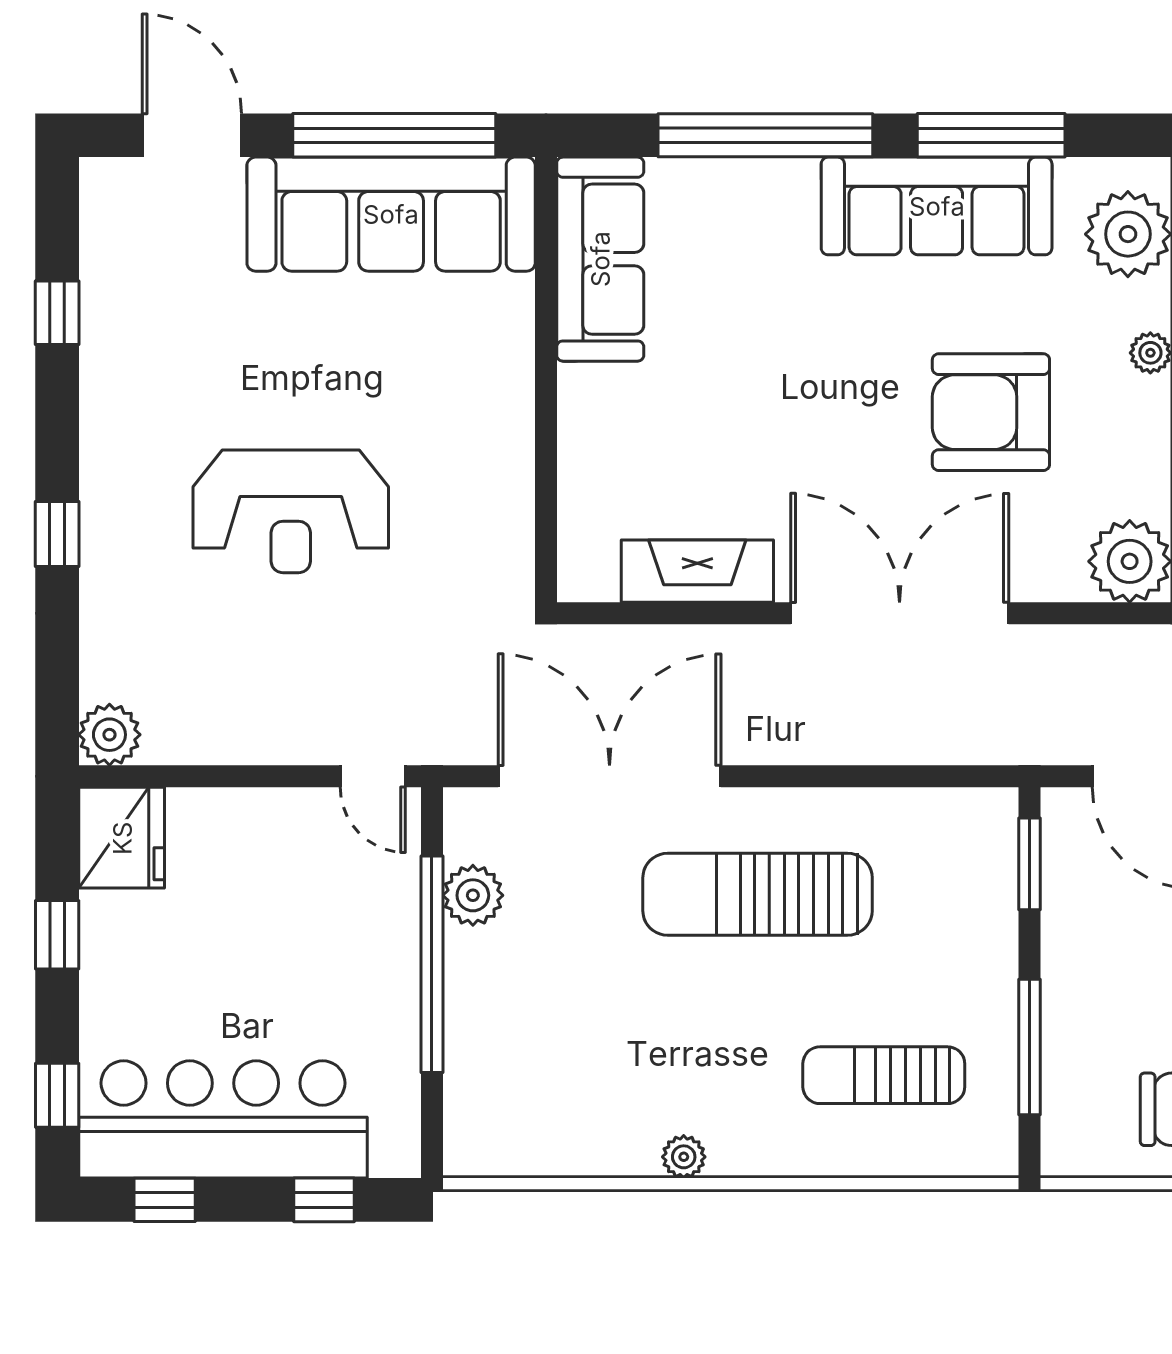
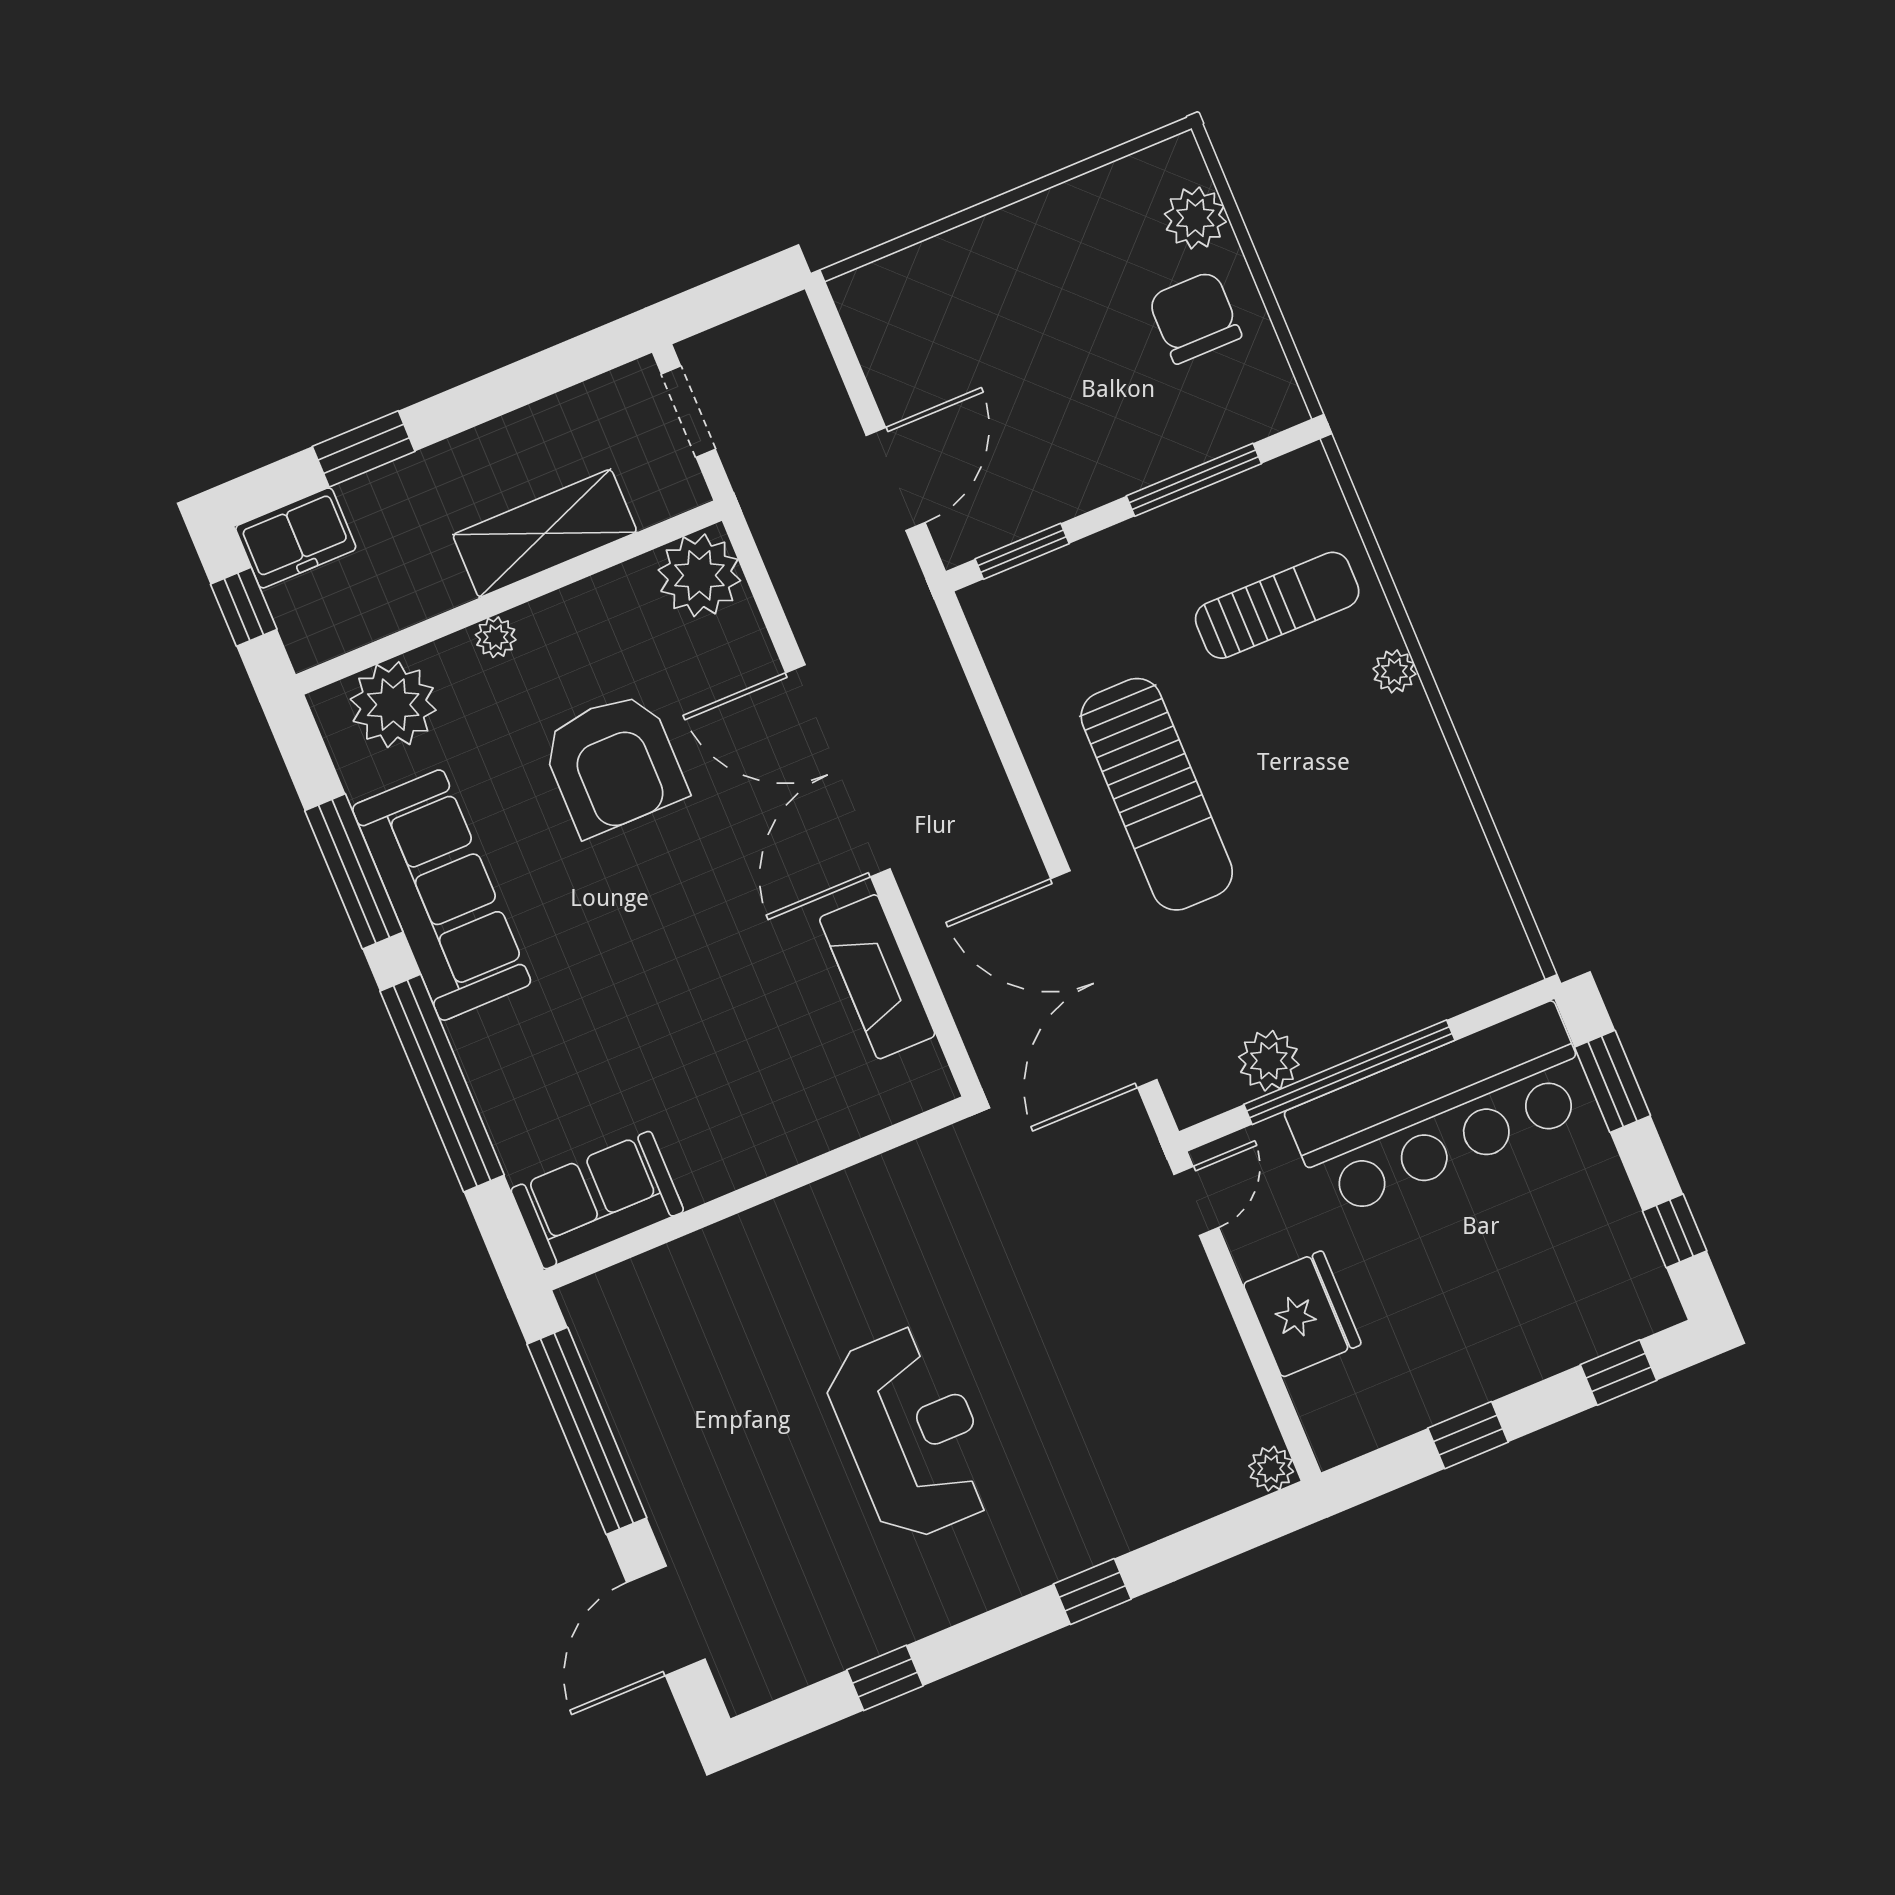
sofa: (391, 214) -> (662, 1403), removed
sofa: (600, 259) -> (597, 1200), width x0.73
reception desk: (291, 511) -> (911, 1433), moved
plant: (109, 735) -> (1271, 1469), width x0.73, depth x0.73
fridge: (122, 838) -> (1302, 1314), moved, turned 90
sun lounger: (884, 1075) -> (1277, 605), turned -90
bar counter: (223, 1119) -> (1441, 1111), moved, turned -90
plant: (684, 1157) -> (1394, 671), moved
window: (324, 1200) -> (1612, 1081), width x1.50

